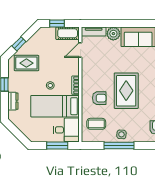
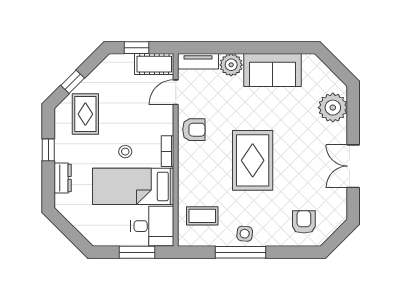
rug: (26, 63) -> (85, 114), turned 90
armchair: (99, 98) -> (194, 130), moved

